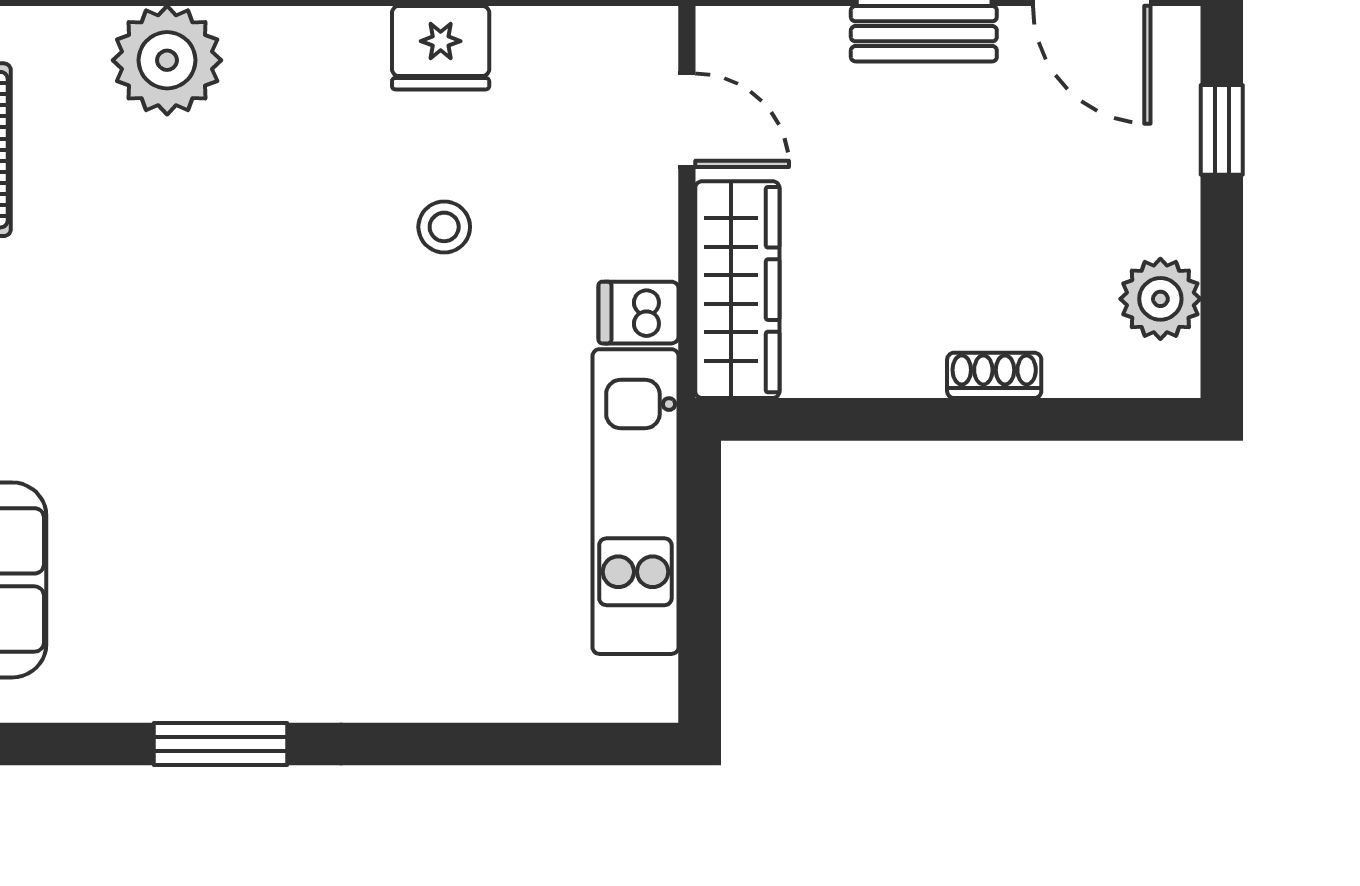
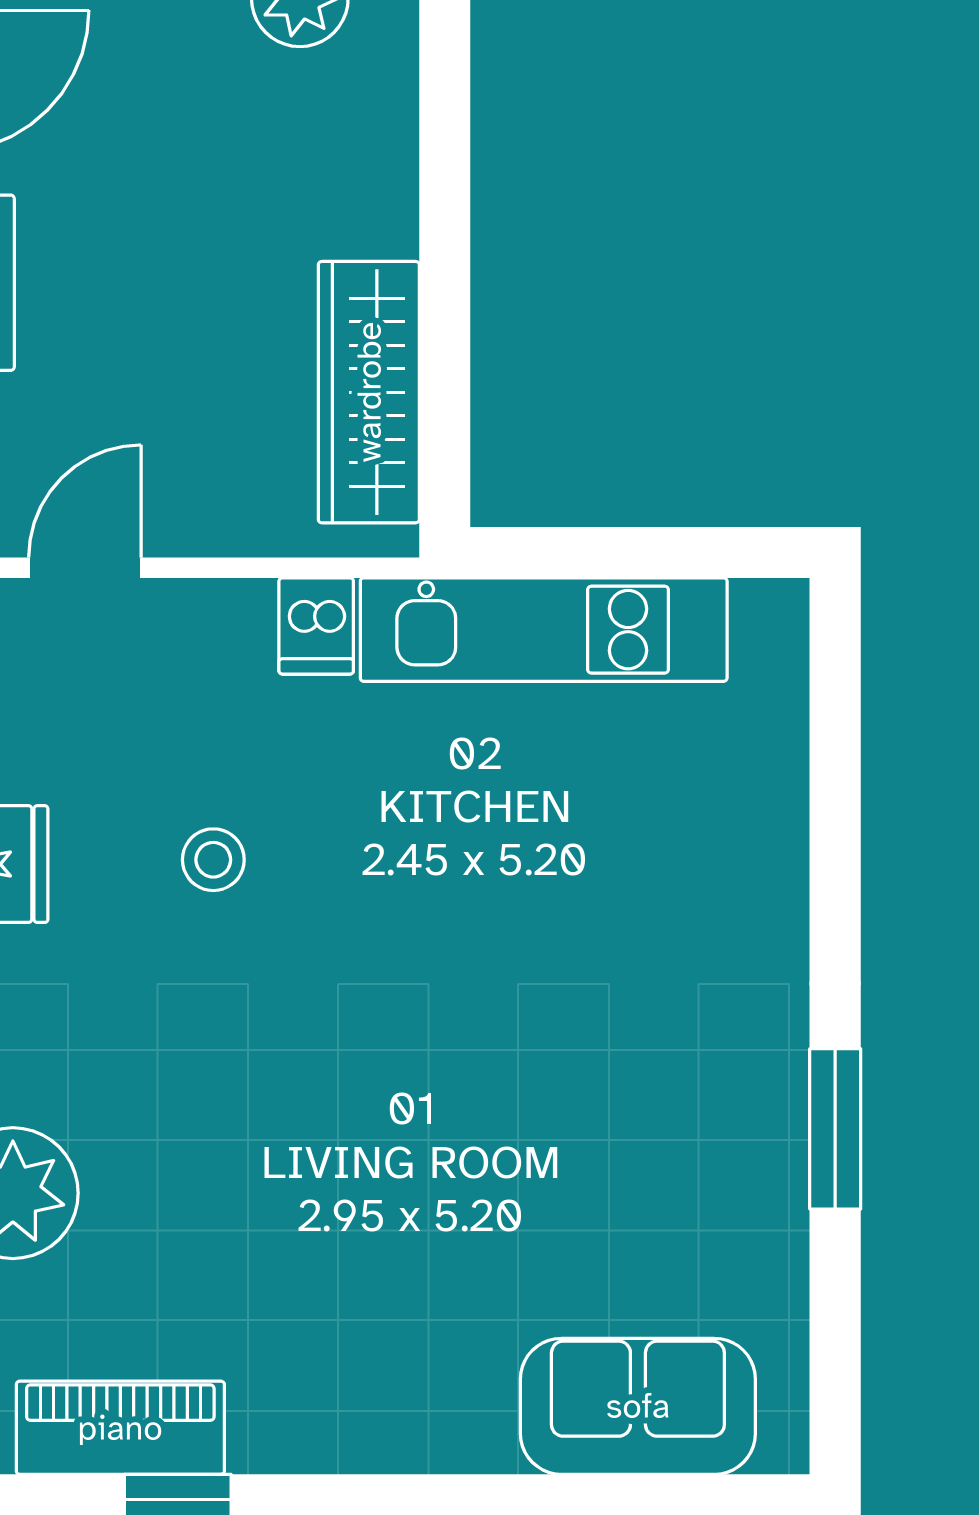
wardrobe: (737, 290) -> (369, 392), moved, turned -90
shoe rack: (994, 375) -> (392, 198), removed

